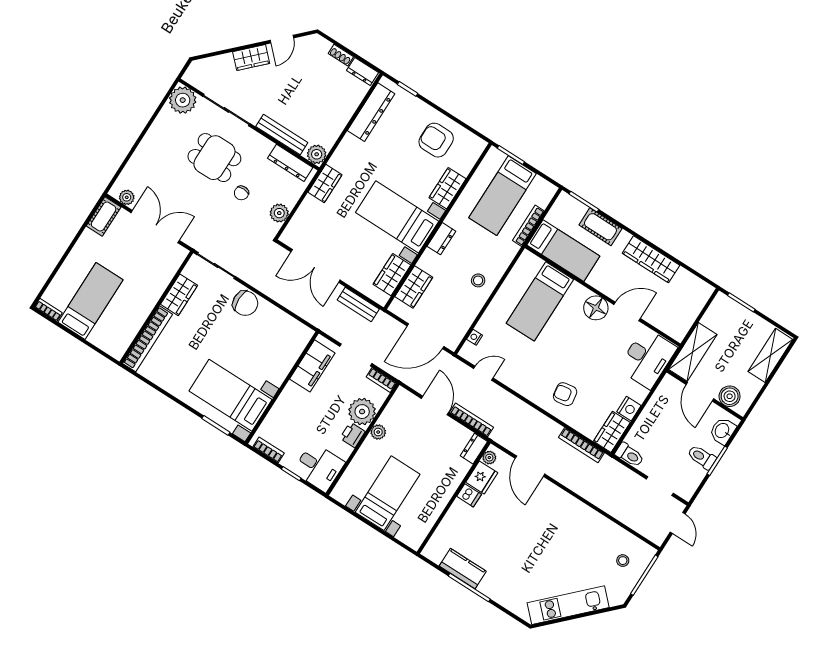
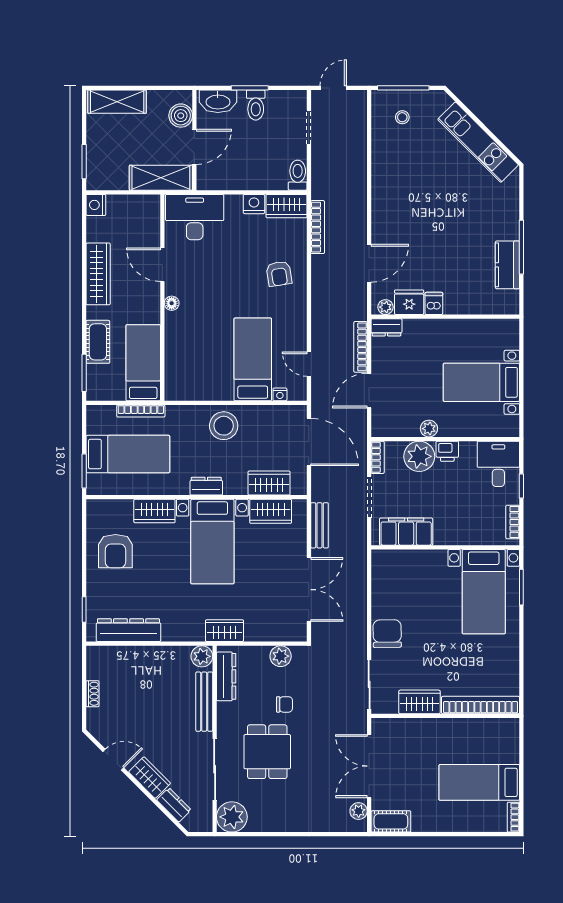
dresser: (362, 72) -> (174, 805), moved, turned -45
stool: (478, 280) -> (224, 426), width x1.89, depth x1.89
nightstand: (703, 291) -> (96, 205), added
bed: (540, 301) -> (253, 359), moved, turned -90
floor lamp: (596, 308) -> (172, 303), width x0.53, depth x0.53
washbasin: (722, 431) -> (218, 101), width x1.38

